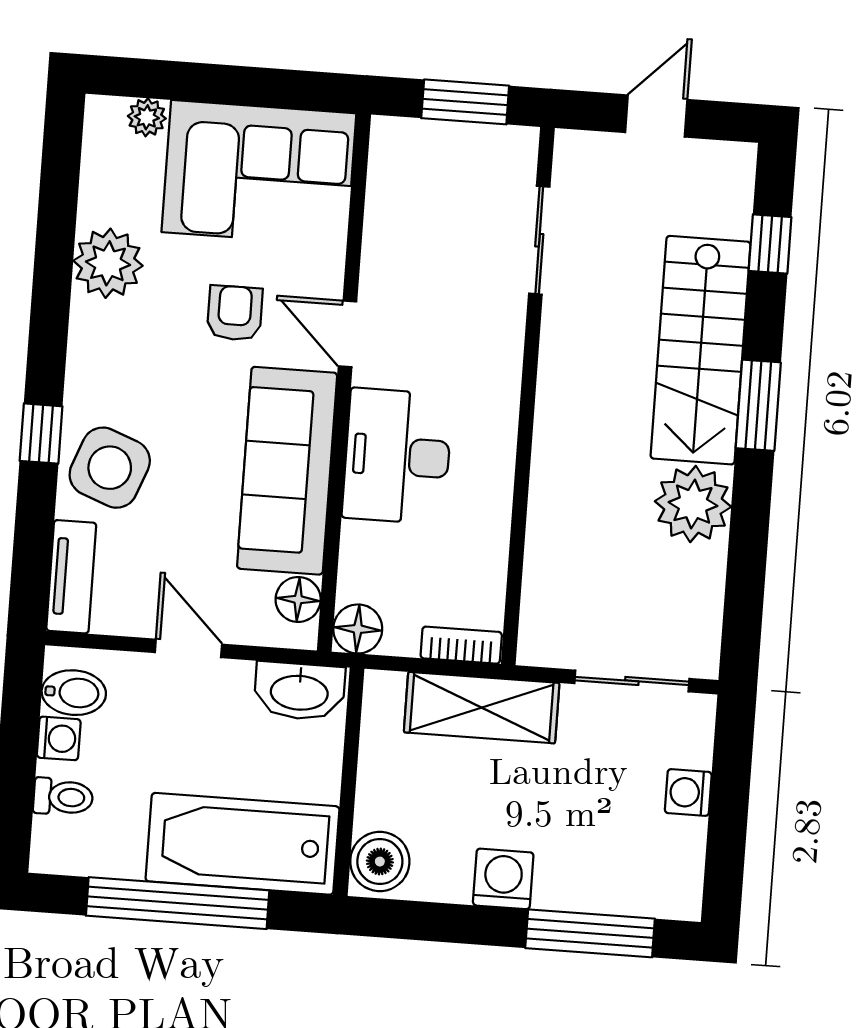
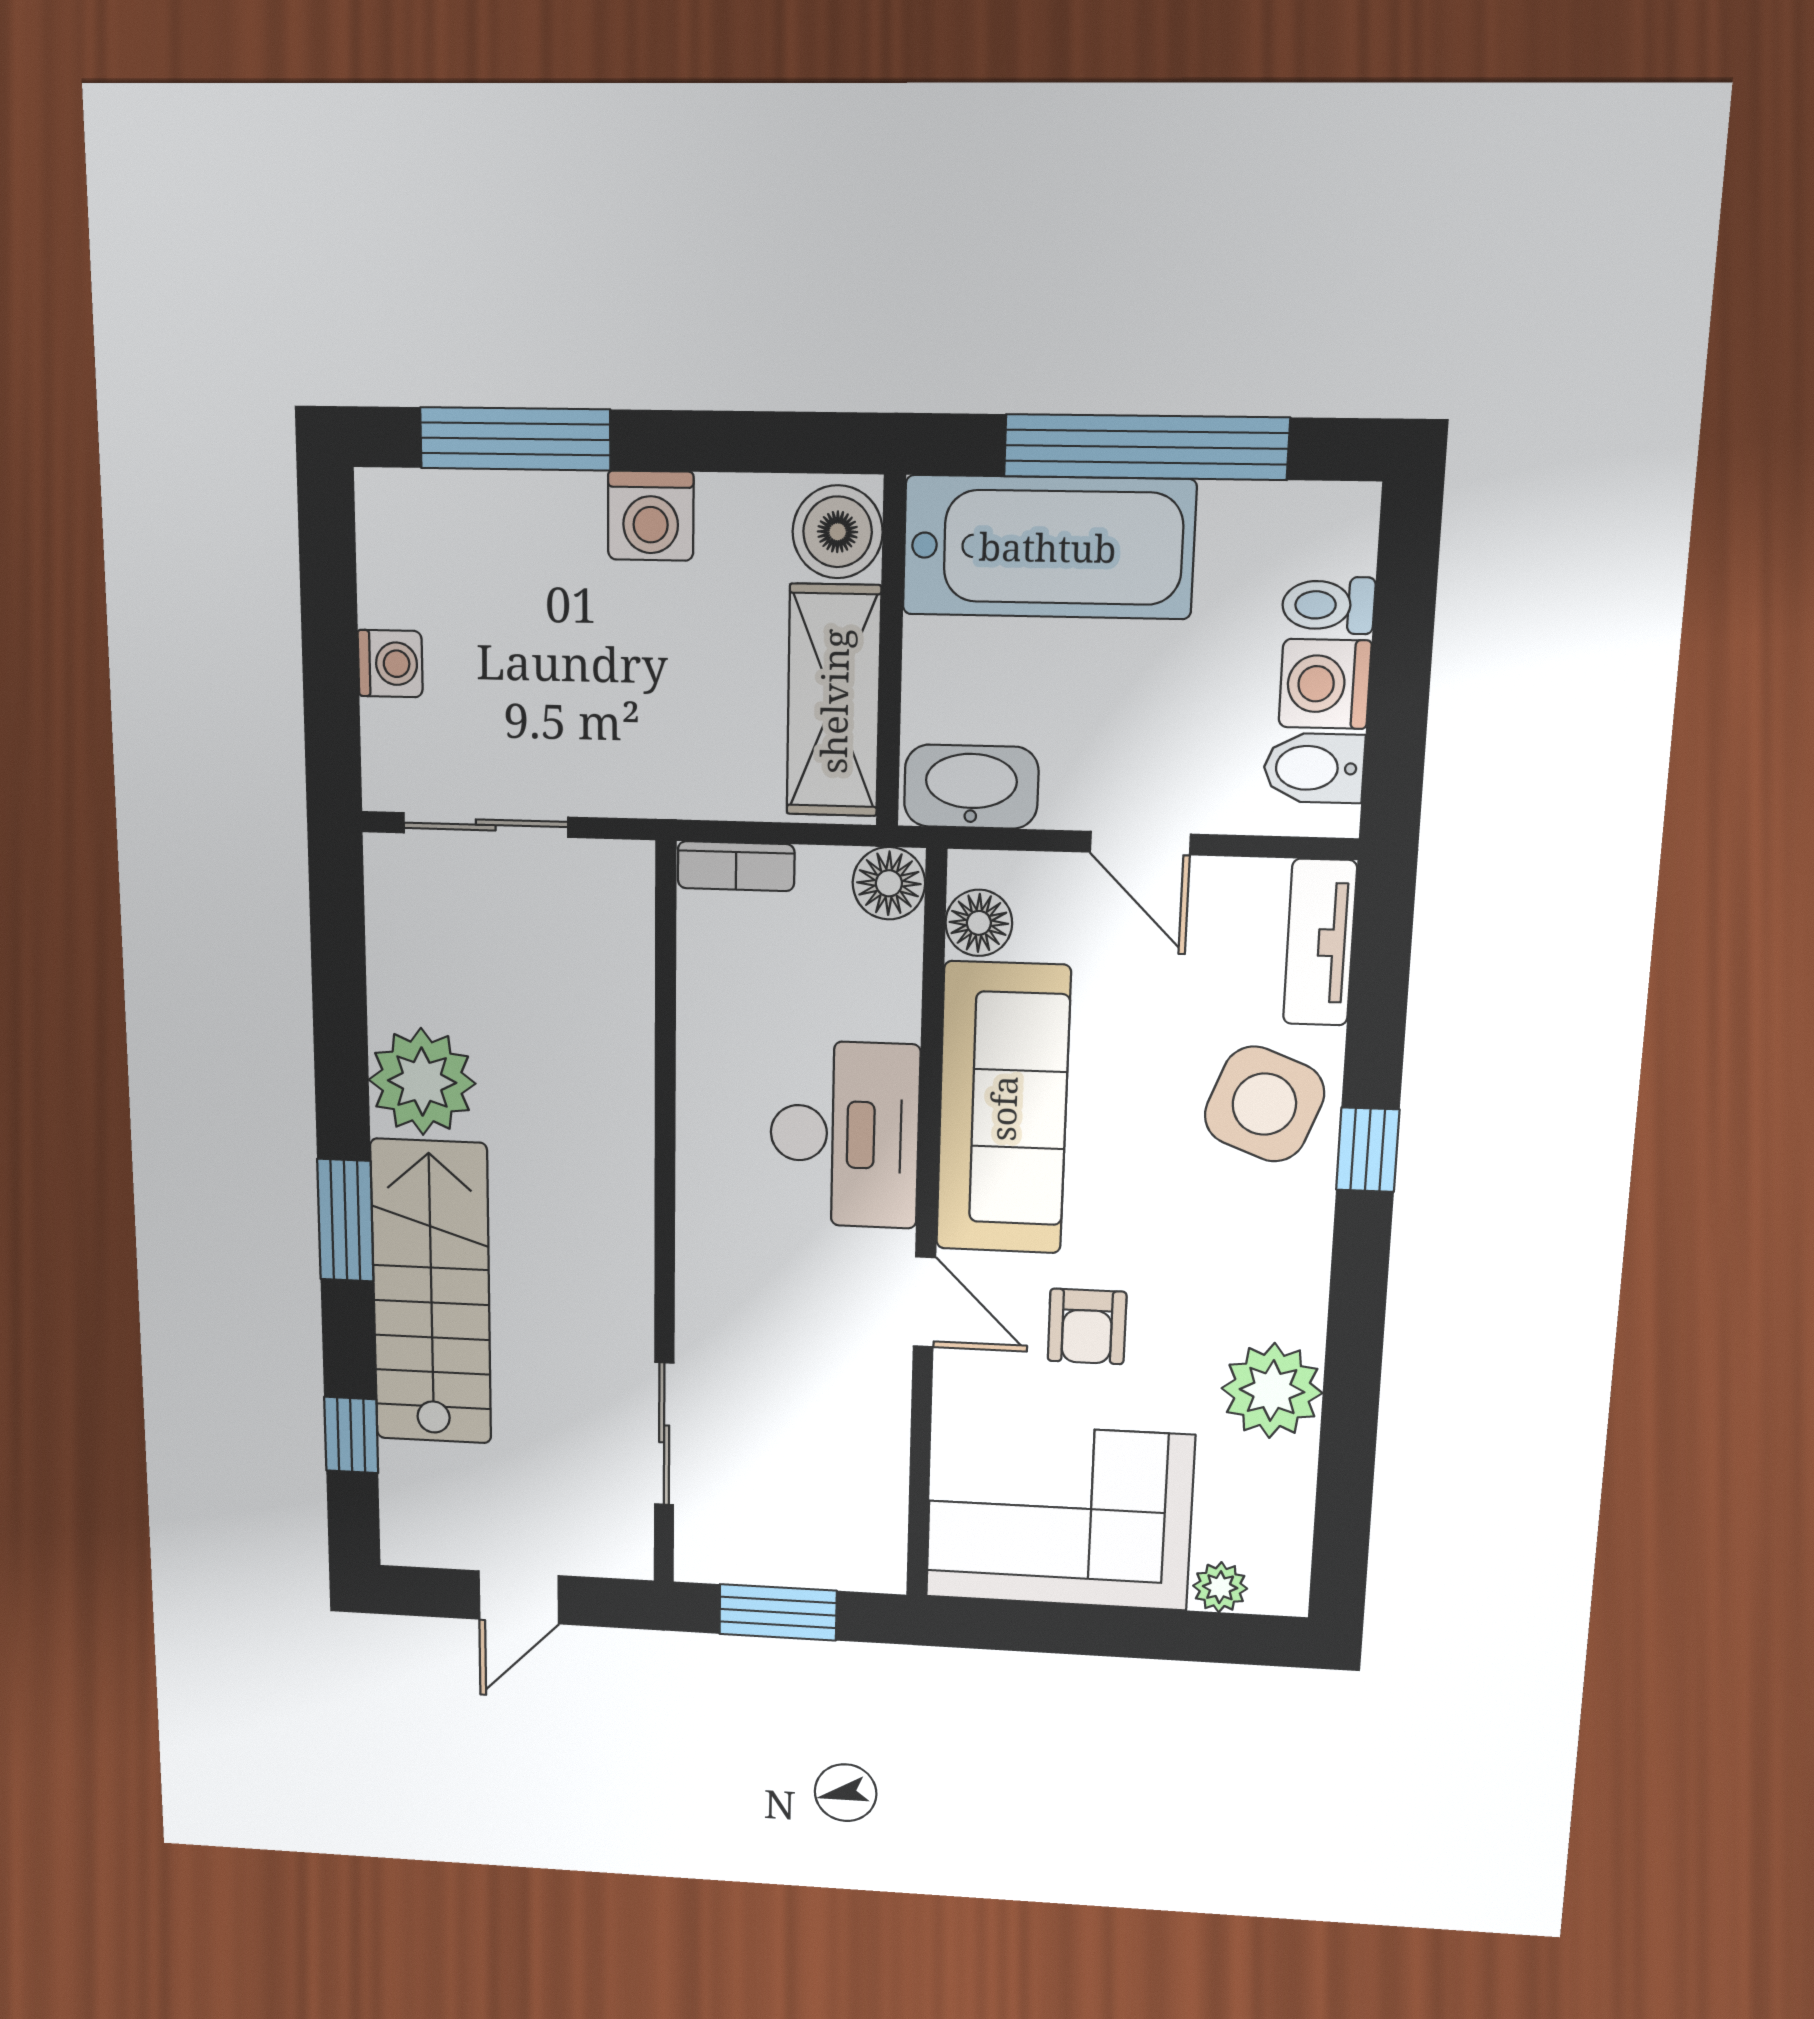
shelving: (482, 708) -> (834, 701), moved, turned 90
washing machine: (59, 738) -> (1325, 684), width x1.38, depth x1.38

